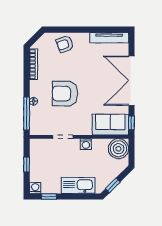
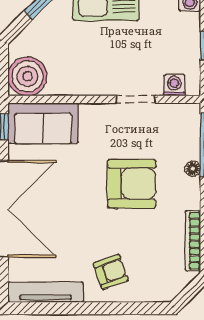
armchair: (65, 44) -> (111, 272), moved
washing machine: (86, 144) -> (174, 85), moved

